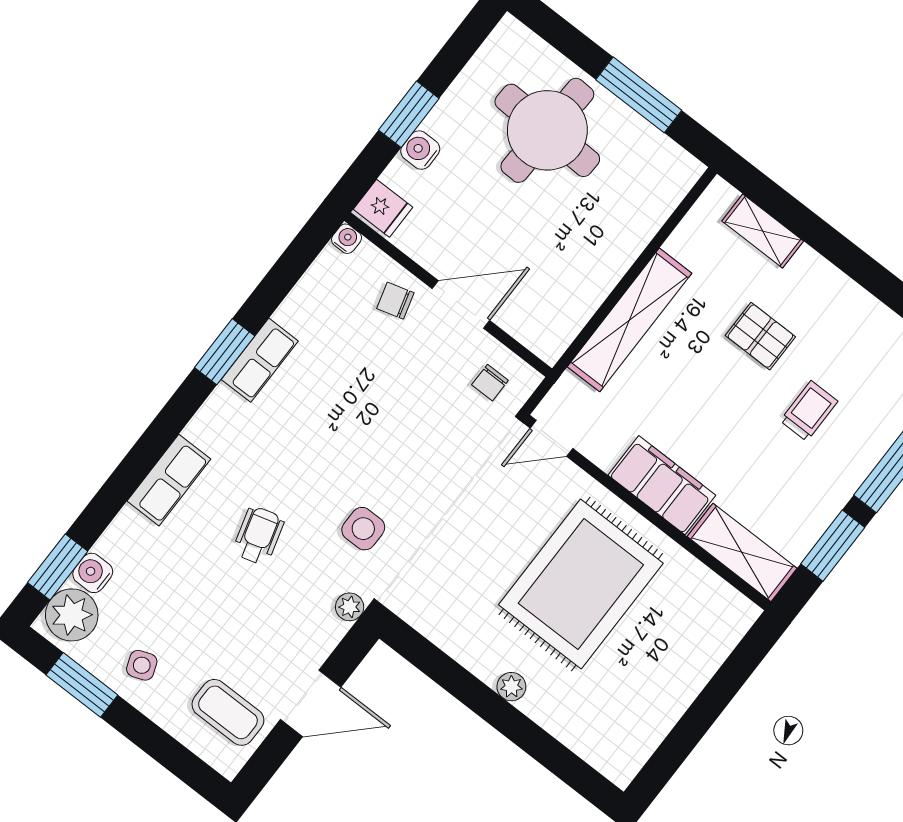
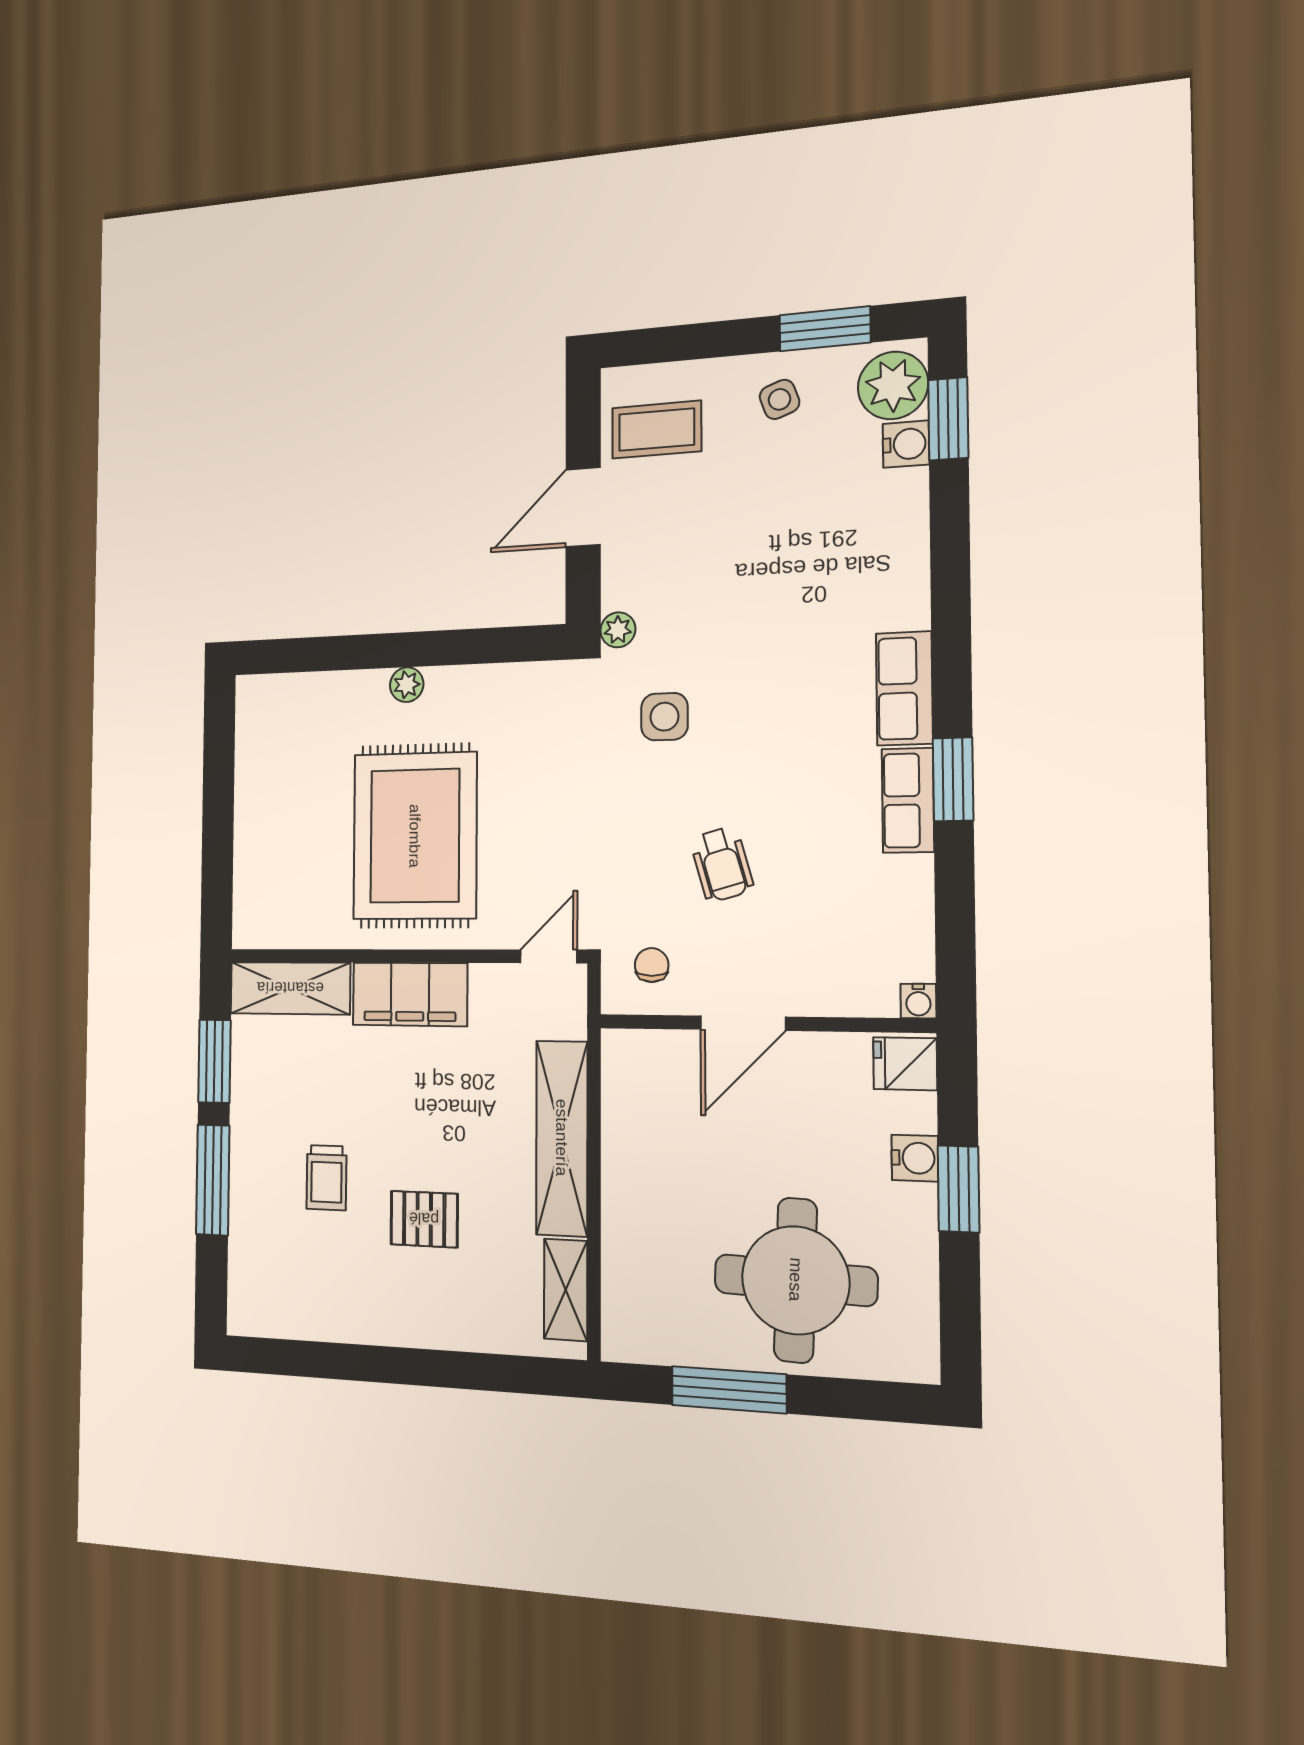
shelving: (763, 231) -> (566, 1290), moved, turned 90
chair: (395, 301) -> (814, 975), removed
row of seats: (169, 480) -> (904, 688), moved
wheelchair: (258, 535) -> (722, 864), moved

